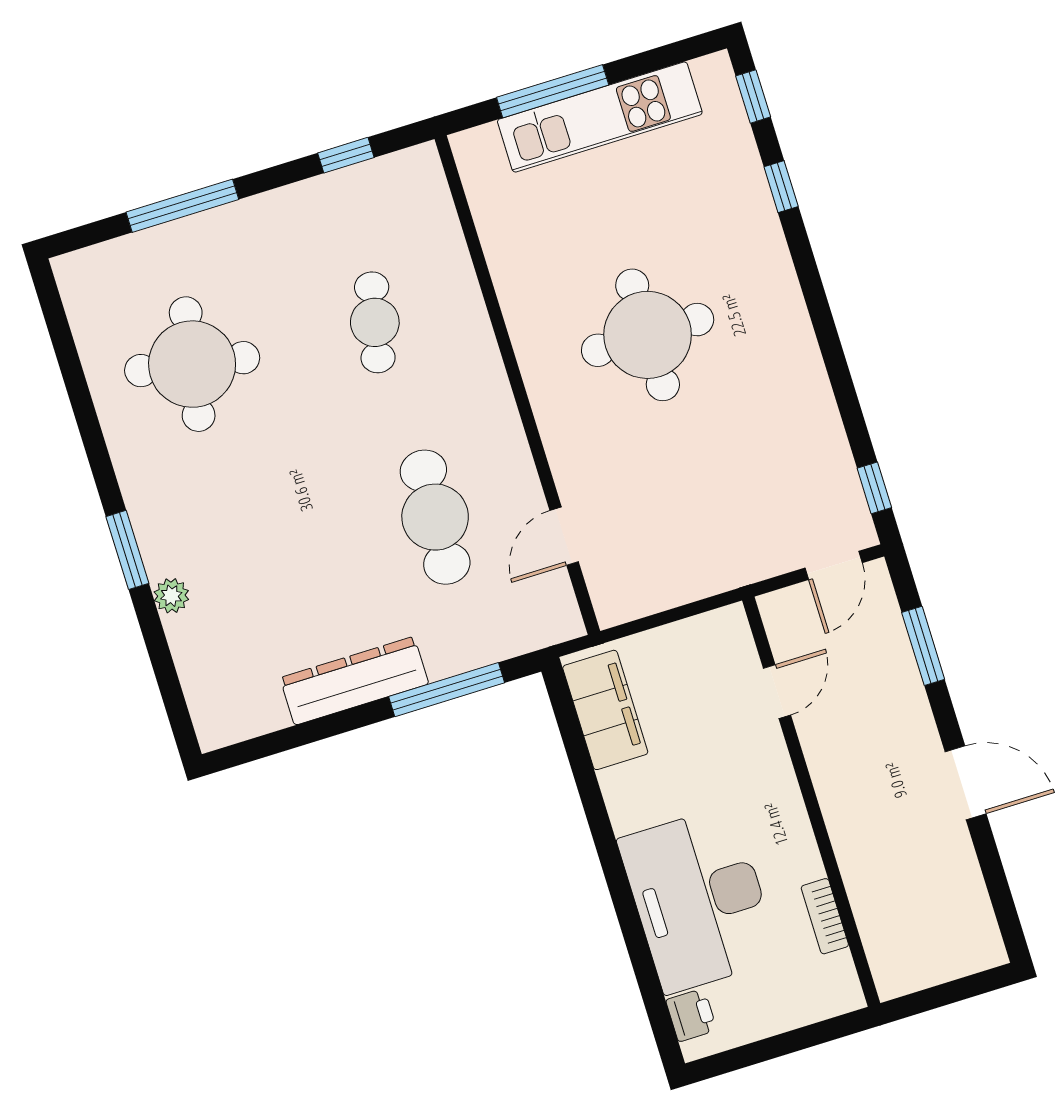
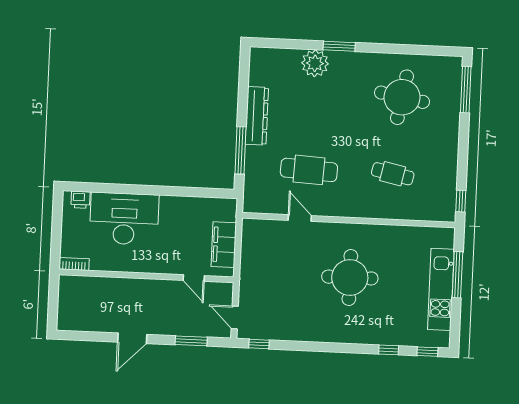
window: (346, 155) -> (461, 201), moved
window: (182, 206) -> (466, 90), moved
door: (564, 536) -> (300, 218), moved
plant: (171, 596) -> (315, 63), width x1.88, depth x1.88
filing cabinet: (605, 710) -> (224, 245), moved, turned 90
bookcase: (825, 916) -> (74, 264), moved

